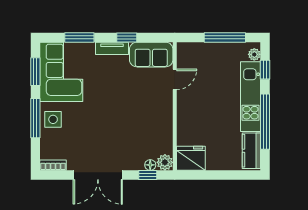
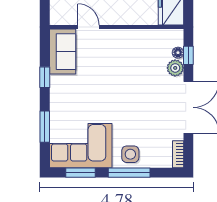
tv unit: (112, 48) -> (56, 93), removed
plant: (165, 162) -> (175, 68), moved

